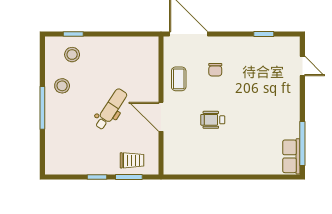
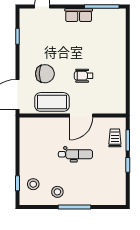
chair: (215, 70) -> (45, 74), width x1.87, depth x1.87
coffee table: (179, 79) -> (52, 102), width x1.86, depth x1.72
dental chair: (111, 109) -> (75, 154), turned 147
wheelchair: (213, 120) -> (84, 76), turned 90
row of seats: (291, 156) -> (79, 15), moved

